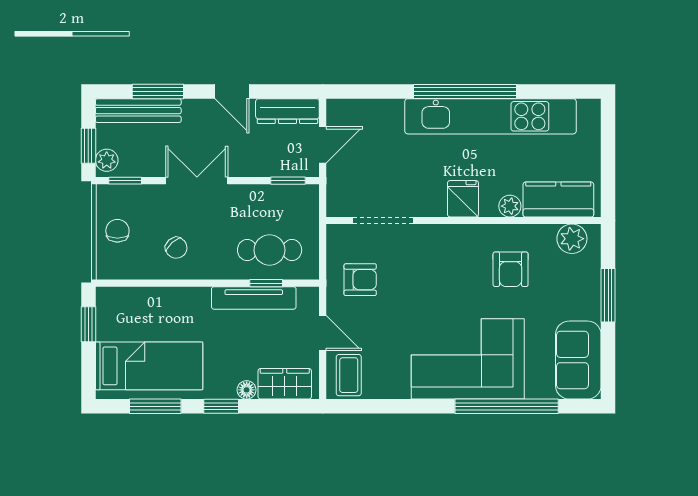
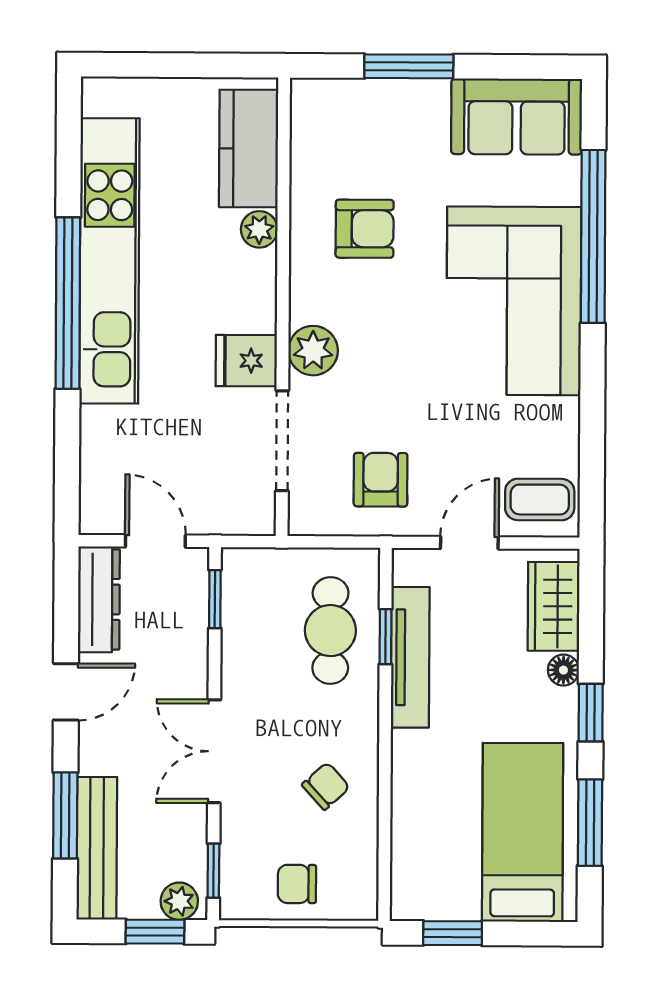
fridge: (463, 199) -> (246, 361), moved
plant: (572, 239) -> (313, 351), moved

